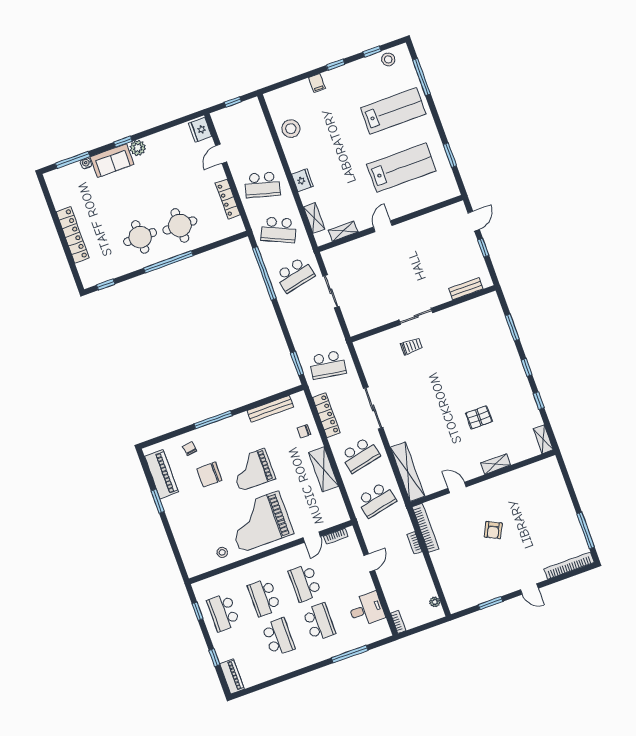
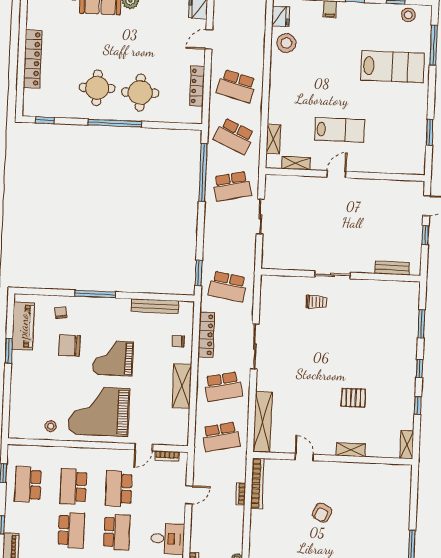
lab bench: (401, 168) -> (340, 130), moved, width x0.73, depth x0.72
fridge: (302, 180) -> (281, 17), moved

